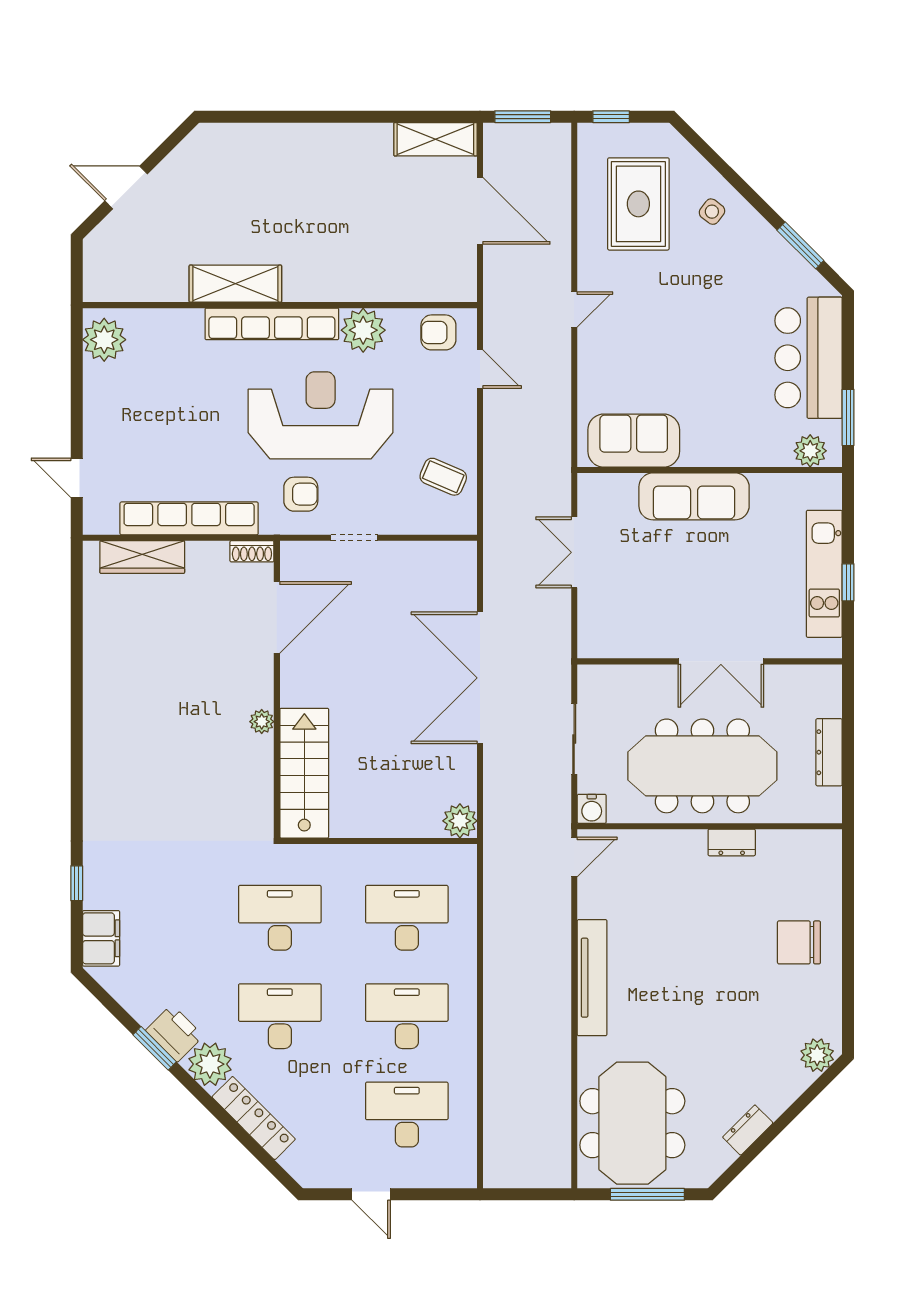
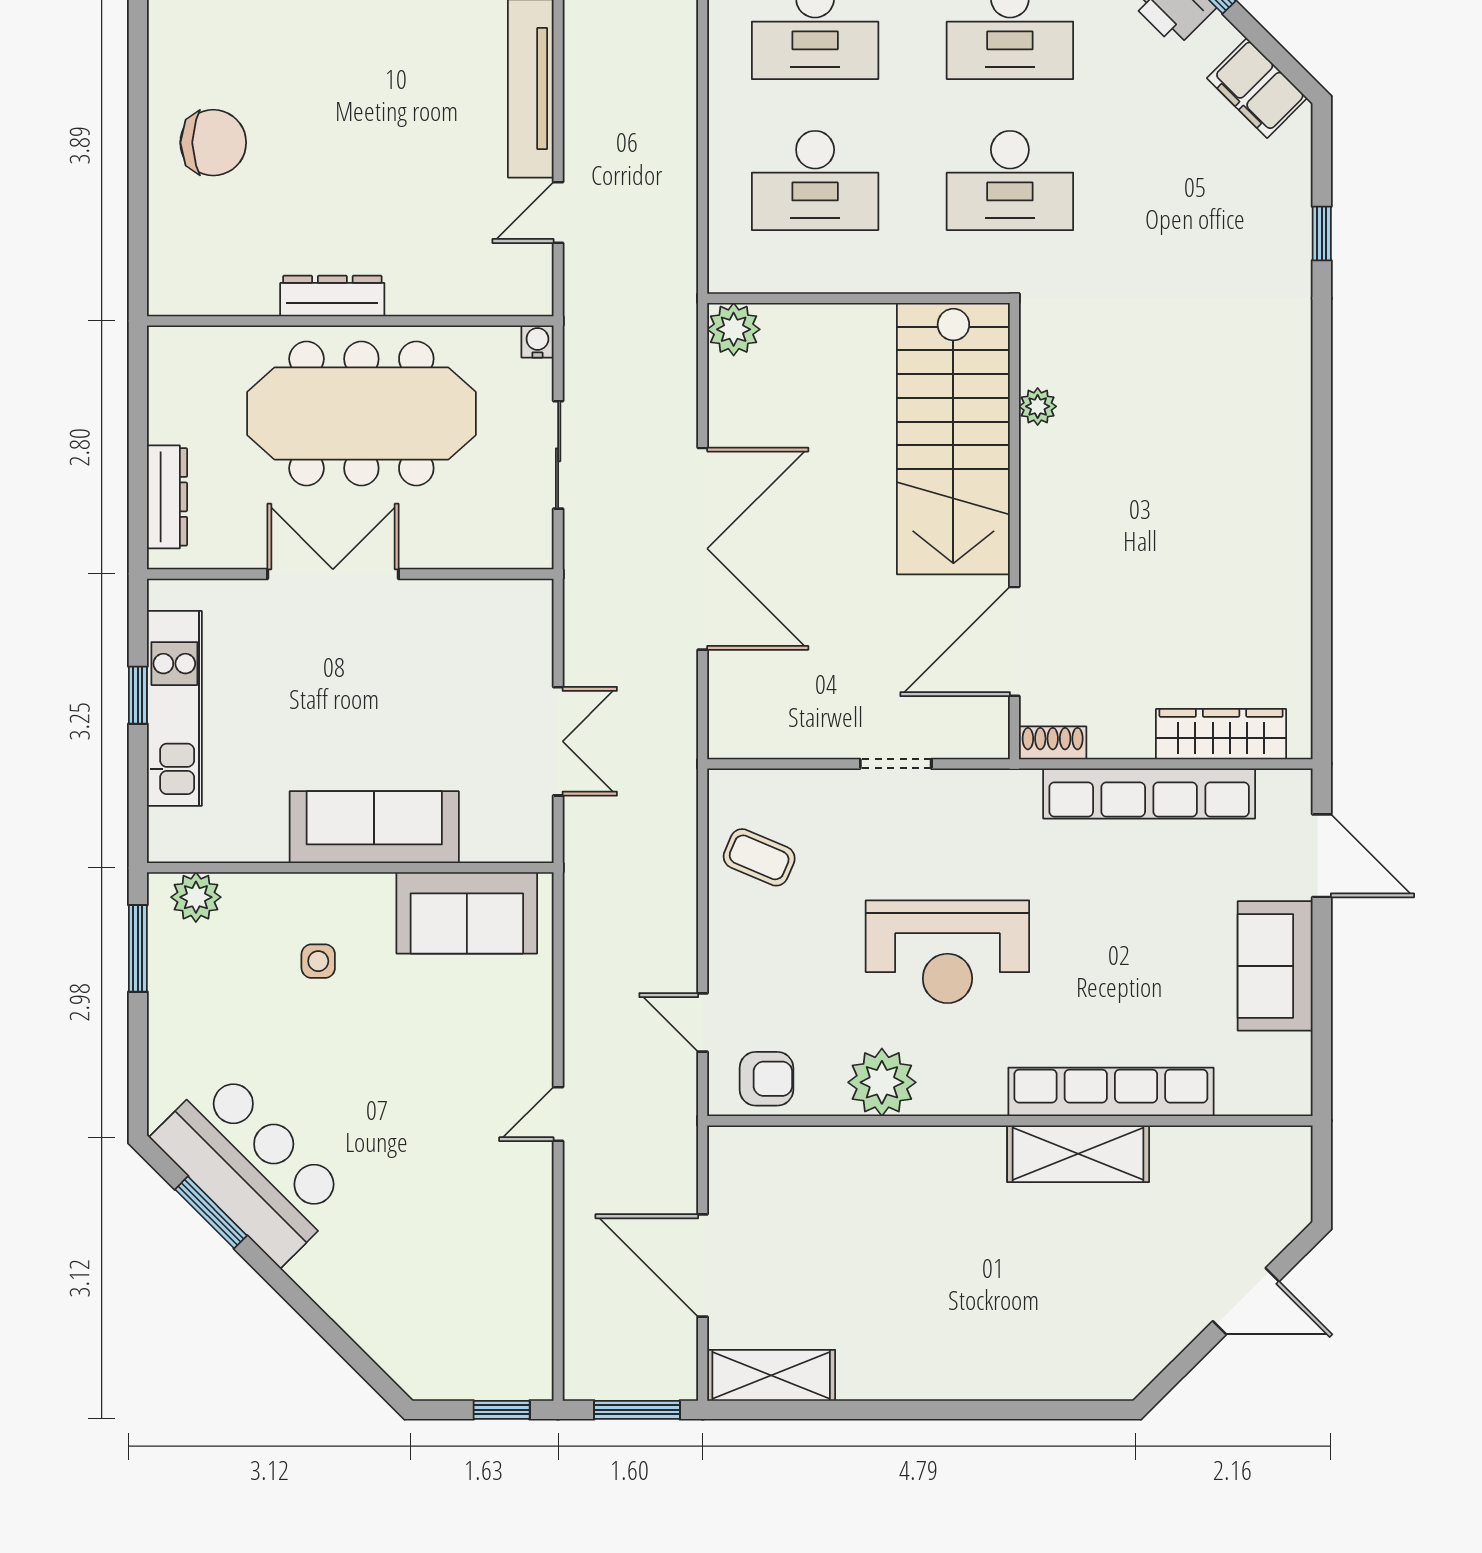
rug: (638, 204) -> (460, 1276), removed
side table: (712, 212) -> (318, 961), moved, turned -37
row of seats: (272, 324) -> (1111, 1092), moved
plant: (104, 340) -> (1279, 1068), removed
bar counter: (809, 358) -> (251, 1167), moved, turned -45
sofa: (107, 406) -> (1275, 966), added
reception desk: (321, 415) -> (947, 952), width x0.74, depth x0.77
door: (77, 478) -> (1322, 856), width x1.38
armchair: (301, 494) -> (978, 831), removed
plant: (262, 722) -> (1038, 406), moved
dresser: (829, 752) -> (167, 497), moved
stairs: (304, 773) -> (953, 439), width x1.36, depth x1.51
water cooler: (592, 809) -> (537, 342), width x0.72, depth x0.72
dresser: (732, 842) -> (332, 296), width x1.44
door: (574, 857) -> (558, 212), moved
filing cabinet: (101, 938) -> (1257, 88), moved, turned -45

